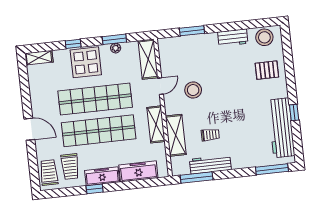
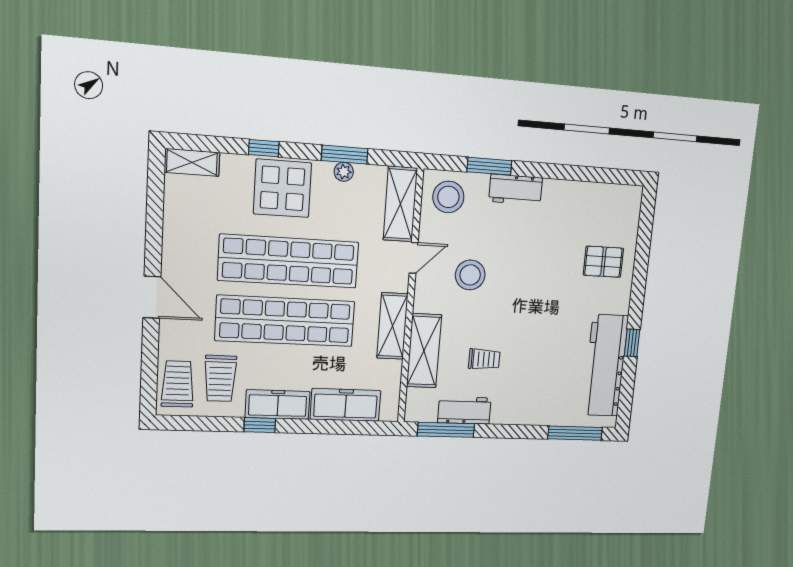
stool: (264, 37) -> (448, 197), moved
workbench: (233, 38) -> (516, 190), moved
workbench: (210, 164) -> (464, 410), width x0.73

